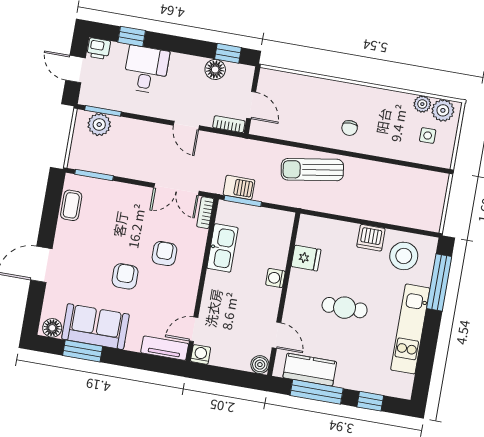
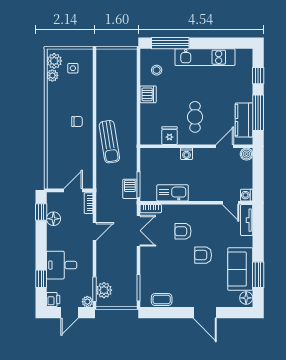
plant: (87, 98) -> (87, 302), added
stool: (404, 256) -> (157, 70), width x0.53, depth x0.53
cafe table: (345, 308) -> (195, 117), moved

